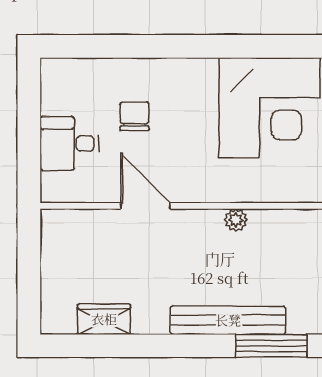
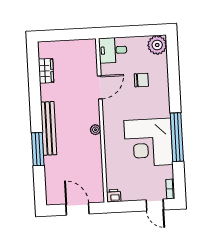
window: (261, 46) -> (177, 137), added
plant: (61, 78) -> (157, 45), added
desk: (69, 143) -> (113, 50), moved, turned -90

